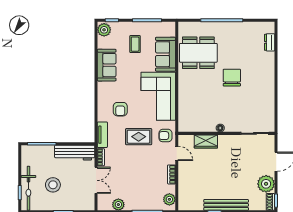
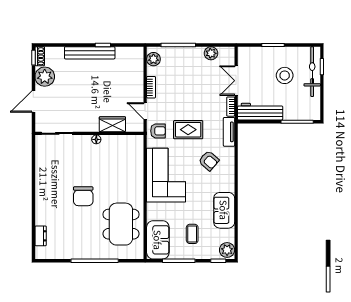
dining table: (198, 53) -> (121, 224), turned 90
sofa: (166, 54) -> (158, 240), moved
armchair: (120, 109) -> (209, 161), turned 131

